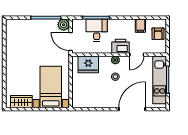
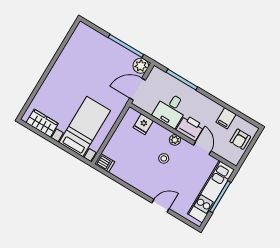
desk: (97, 30) -> (171, 110), moved, turned 180
door: (71, 41) -> (138, 89), hinge flipped
door: (137, 55) -> (202, 148), swing flipped
fridge: (88, 64) -> (143, 124), width x0.53, depth x0.75
dishwasher: (78, 103) -> (105, 163), added
door: (132, 109) -> (161, 206), width x0.53

